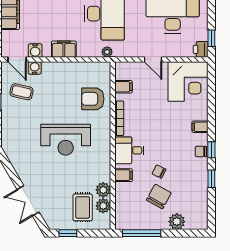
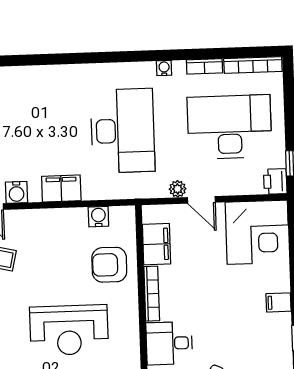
plant: (107, 52) -> (178, 189), moved
water cooler: (35, 68) -> (98, 217), moved
filing cabinet: (123, 87) -> (156, 244), width x2.00
chair: (201, 151) -> (281, 341), removed

